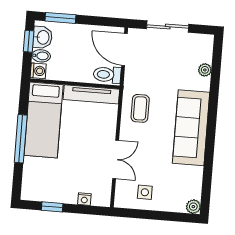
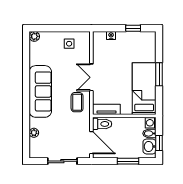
window: (60, 18) -> (128, 161), moved
tv unit: (91, 94) -> (106, 109), width x0.71
window: (21, 139) -> (159, 74), width x0.69
double door: (116, 159) -> (91, 77), moved

